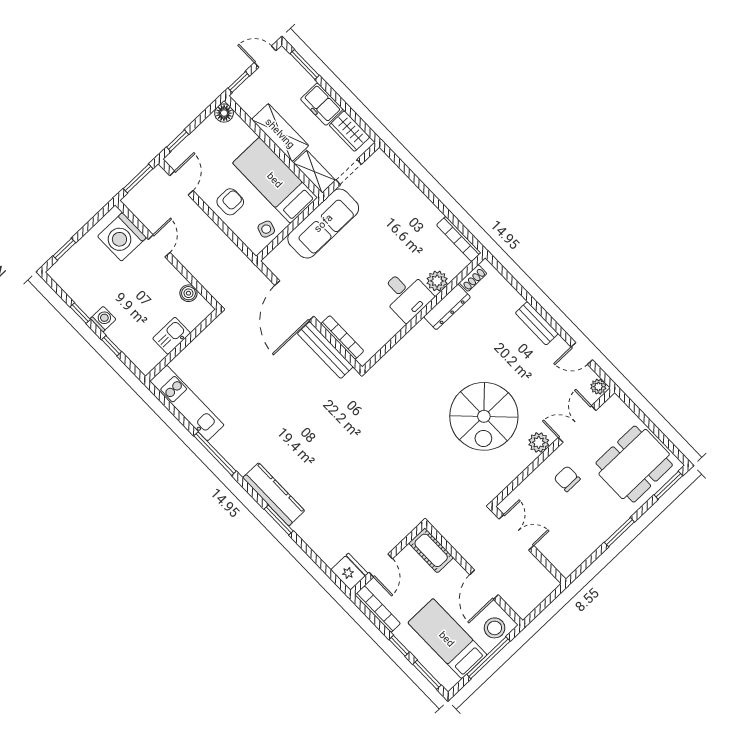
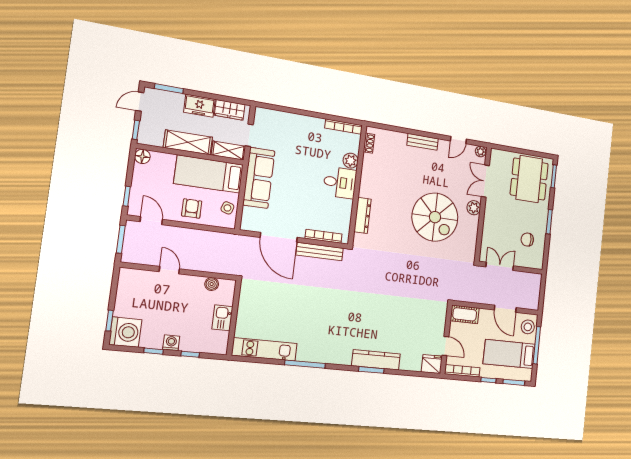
washing machine: (122, 237) -> (125, 332), moved, turned -90
dresser: (447, 307) -> (363, 215), moved
chair: (567, 479) -> (527, 240), moved
kitchen counter: (274, 494) -> (376, 360), moved

